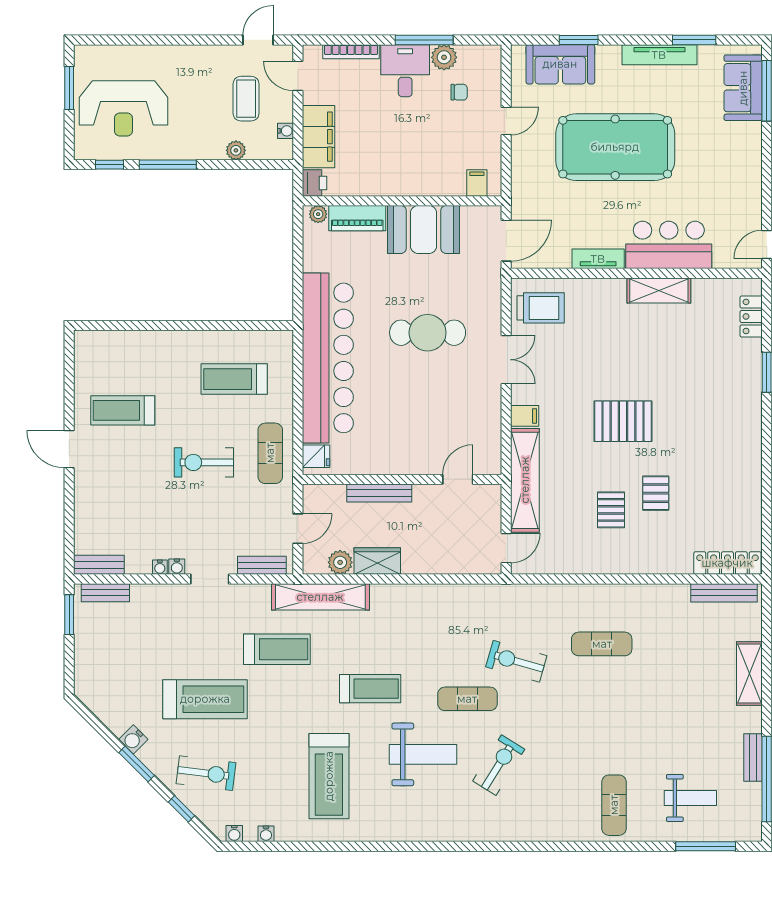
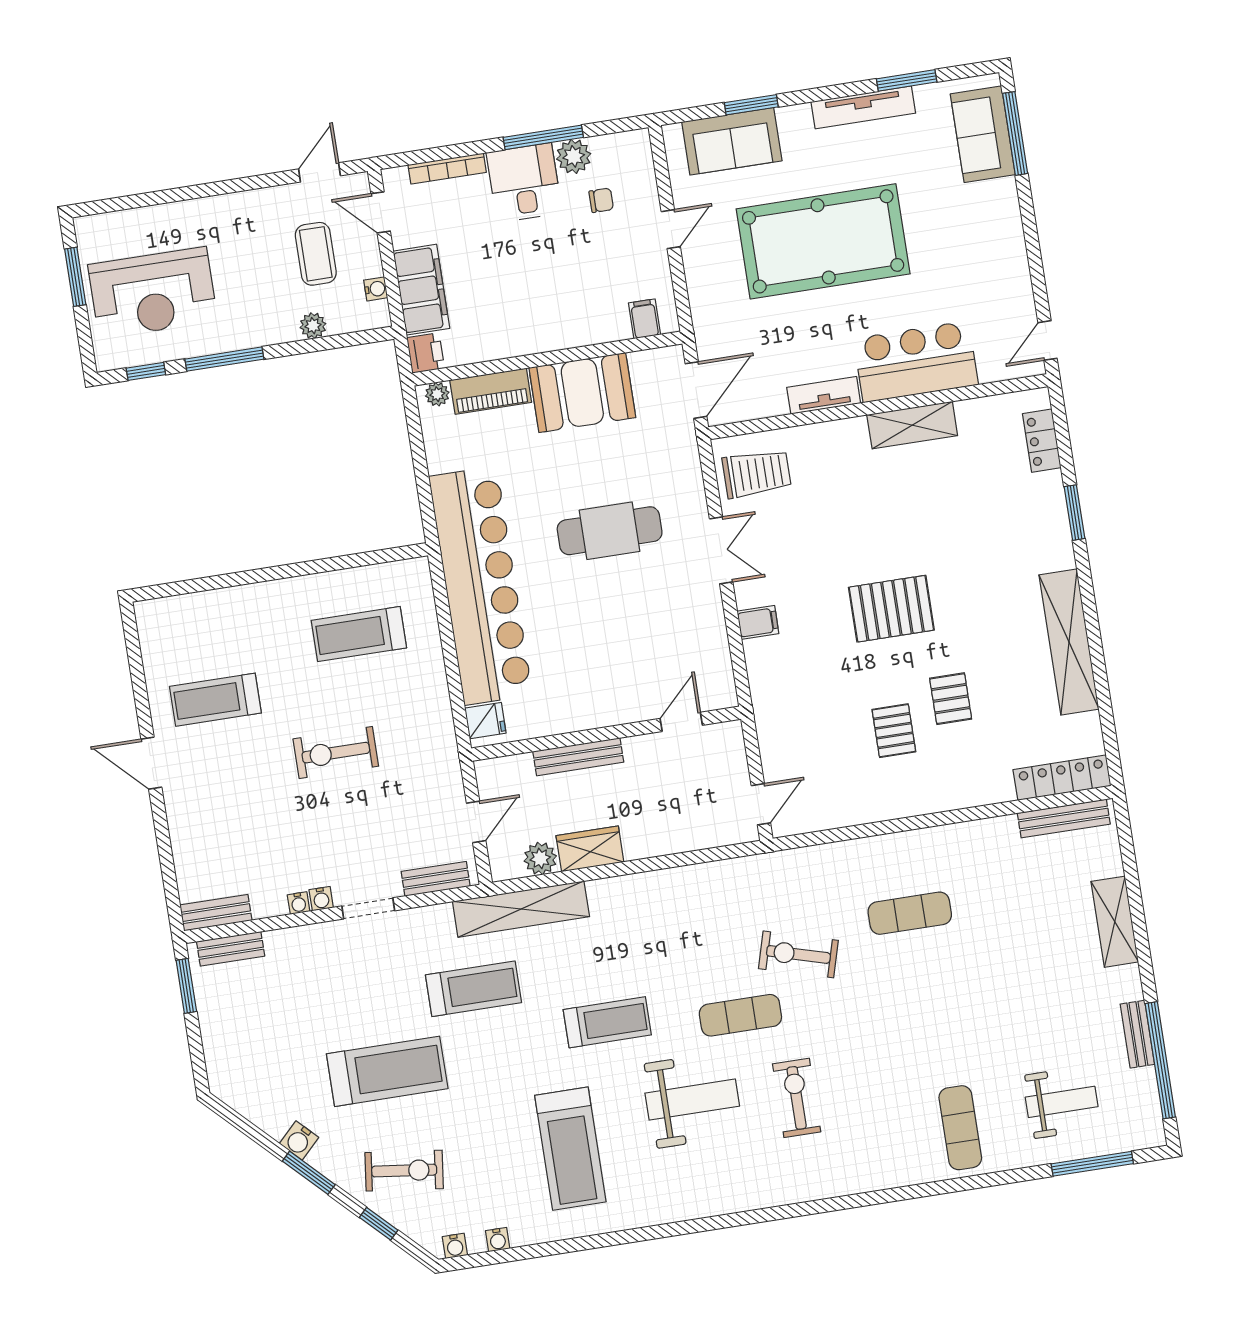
exercise mat: (270, 453) -> (423, 726), removed
shelving: (525, 480) -> (1069, 642), moved
exercise bike: (499, 765) -> (797, 1098), turned -32

